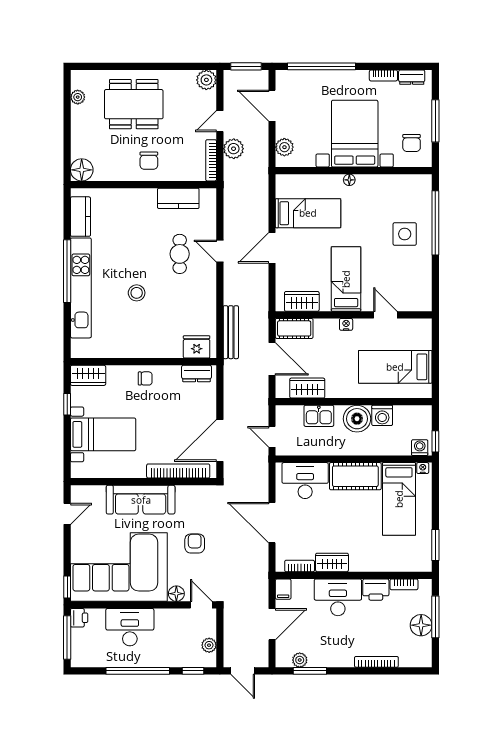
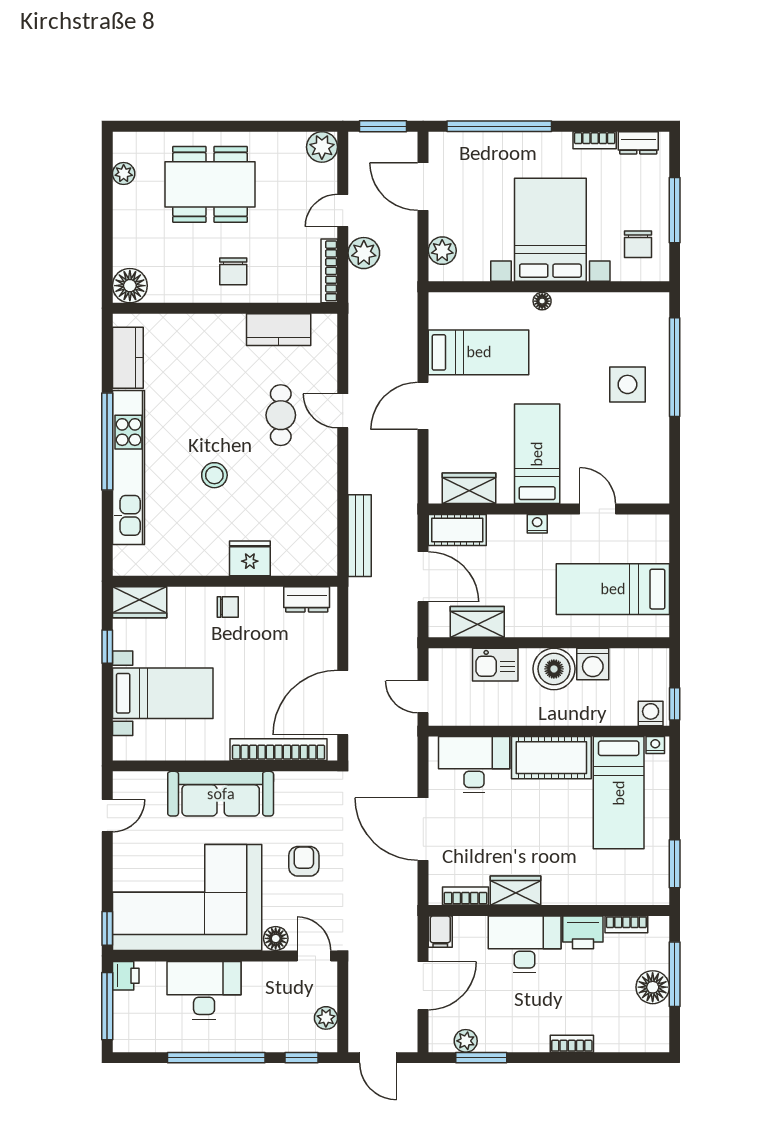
fridge: (197, 347) -> (250, 558), moved
bookcase: (376, 662) -> (572, 1044), width x0.64

